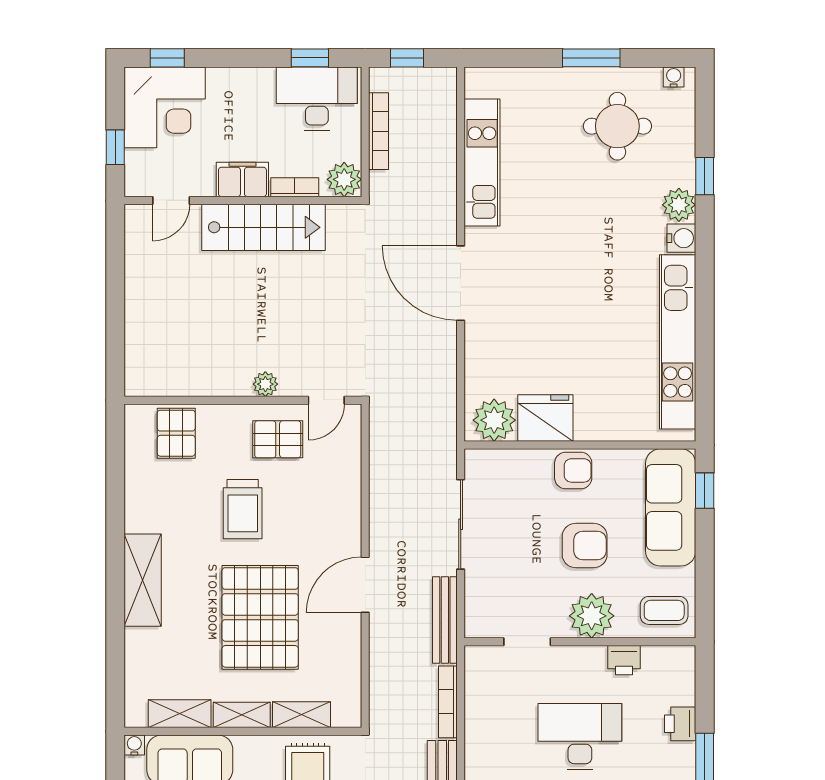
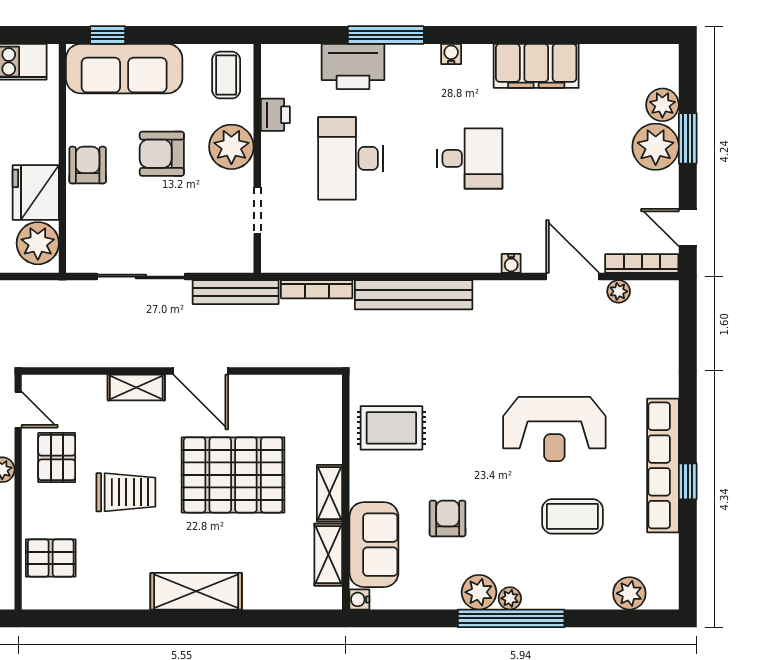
armchair: (585, 545) -> (162, 154), turned -90
shelving: (302, 715) -> (136, 387), moved, turned 90
printer: (680, 724) -> (353, 66), width x1.87, depth x1.48

